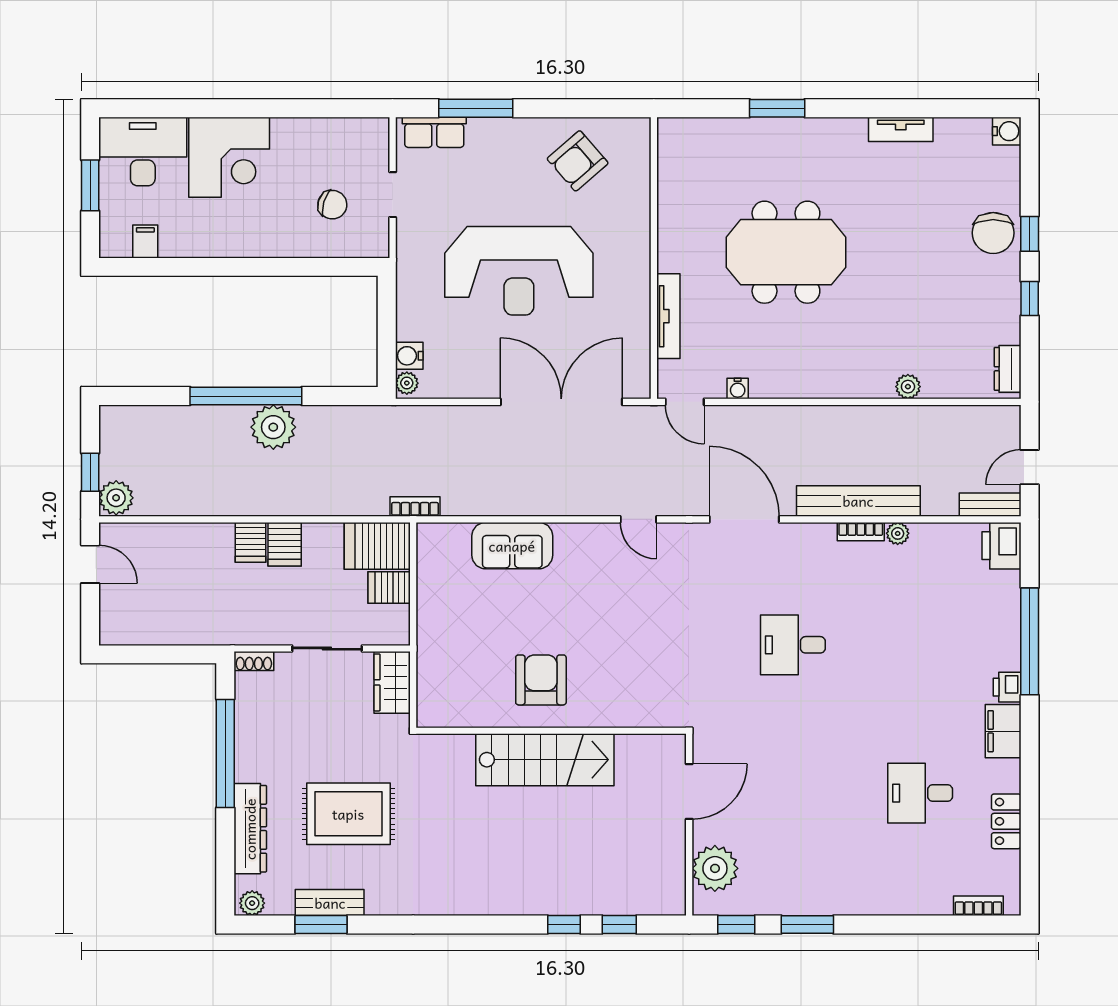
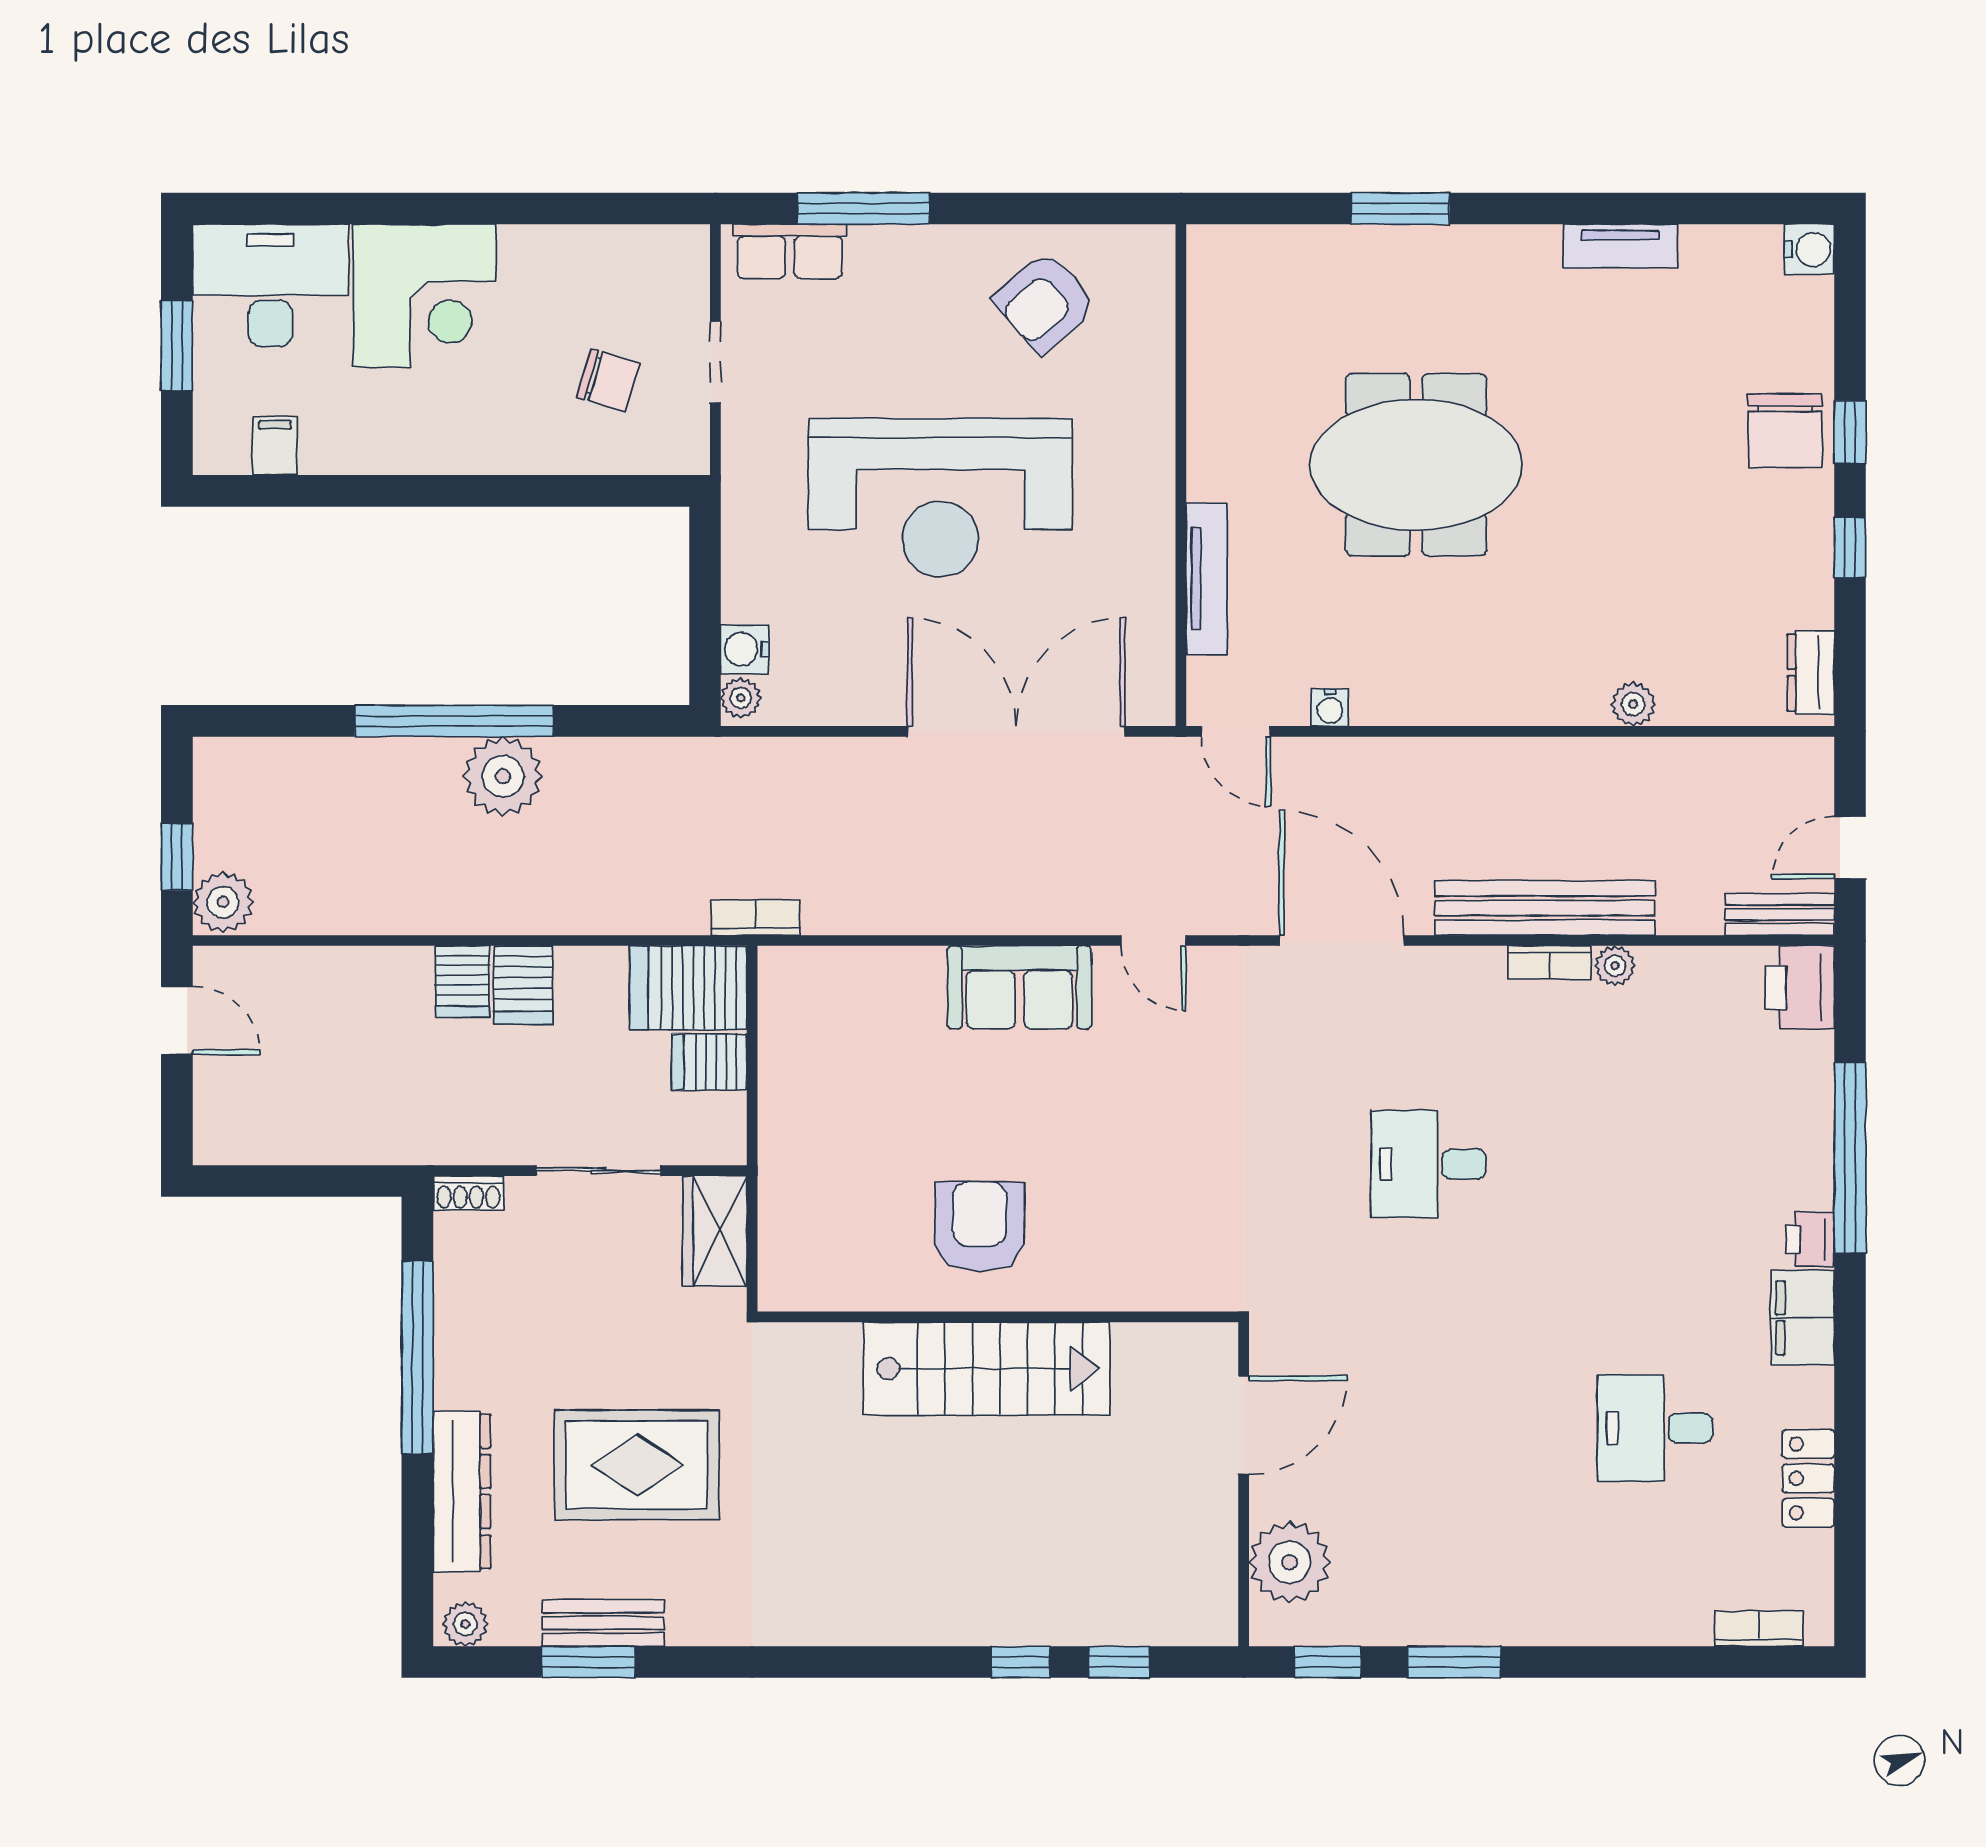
sofa: (512, 546) -> (1019, 987), moved

